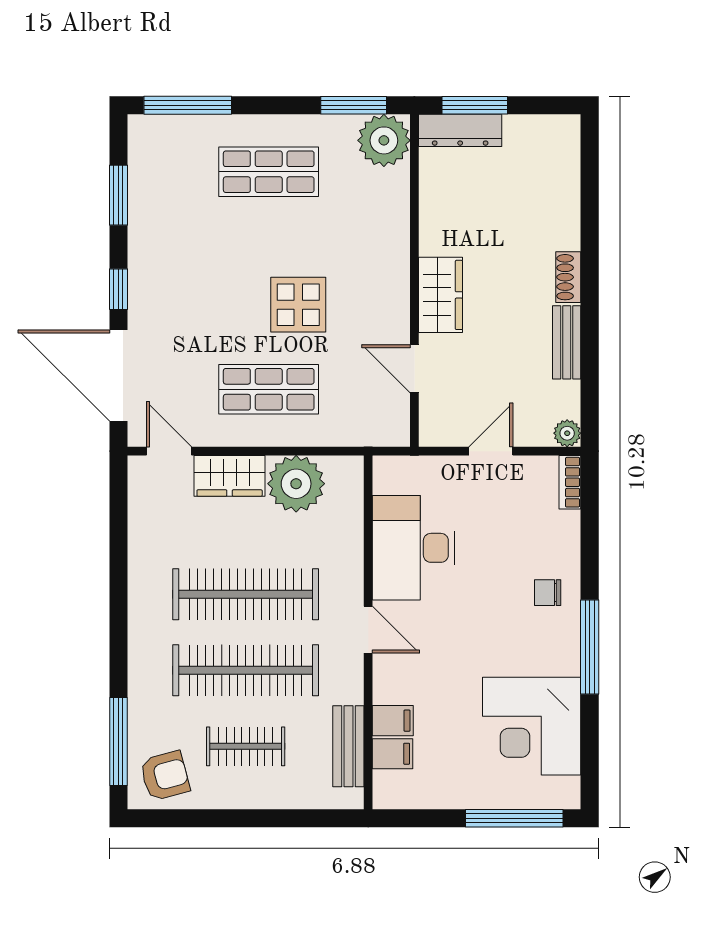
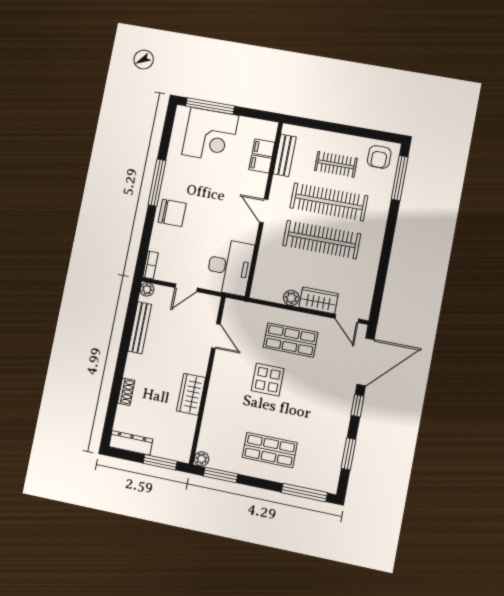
dresser: (460, 130) -> (131, 443), moved
plant: (384, 140) -> (202, 459), width x0.53, depth x0.53
shoe rack: (568, 277) -> (126, 392), moved
wardrobe: (441, 295) -> (191, 394), moved
bench: (567, 342) -> (140, 328), width x1.36
door: (118, 375) -> (366, 362), hinge flipped
plant: (296, 484) -> (291, 298), width x0.53, depth x0.53
desk: (414, 548) -> (230, 267), moved
chair: (548, 593) -> (172, 213), width x1.87, depth x1.87
corner desk: (532, 726) -> (210, 135), moved, turned 90
armchair: (165, 776) -> (379, 157), turned -75

